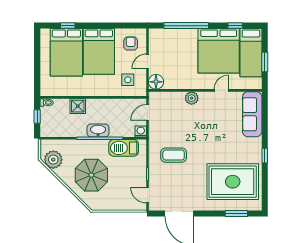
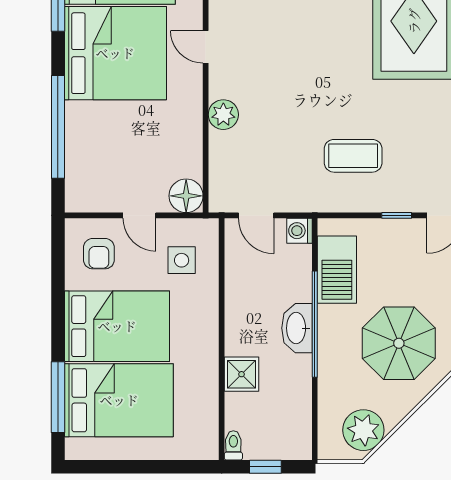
window: (68, 26) -> (58, 397), width x2.17
armchair: (131, 44) -> (99, 254), turned -90
coffee table: (174, 155) -> (353, 156), turned 90

